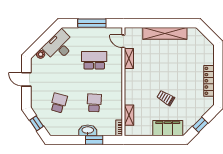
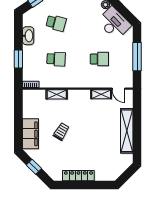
door: (123, 41) -> (119, 89), swing flipped
school desk: (94, 60) -> (99, 59), width x0.54
shelving: (129, 115) -> (57, 94), moved
washbasin: (88, 130) -> (28, 36), moved

